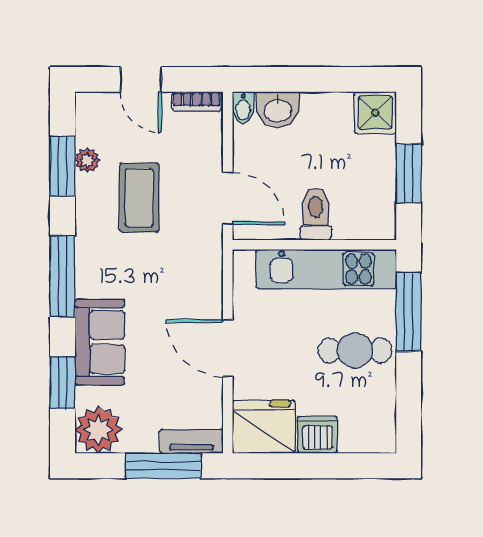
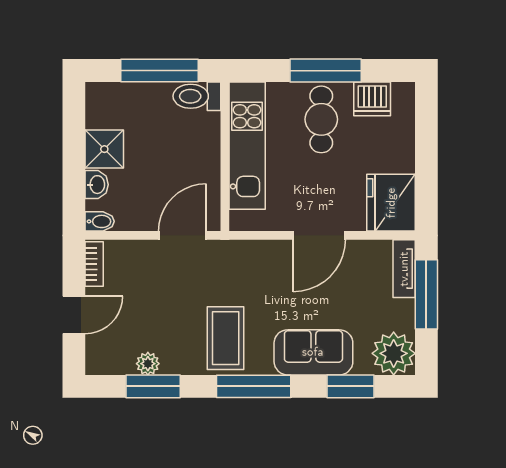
washbasin: (278, 110) -> (97, 185), width x0.72, depth x0.69
shower: (375, 113) -> (104, 149), moved
window: (409, 173) -> (160, 71), width x1.44
coffee table: (139, 198) -> (226, 338), moved, turned 90
toilet: (316, 214) -> (197, 96), moved
window: (409, 312) -> (326, 71), moved
dishwasher: (317, 435) -> (372, 99), moved, turned -90

